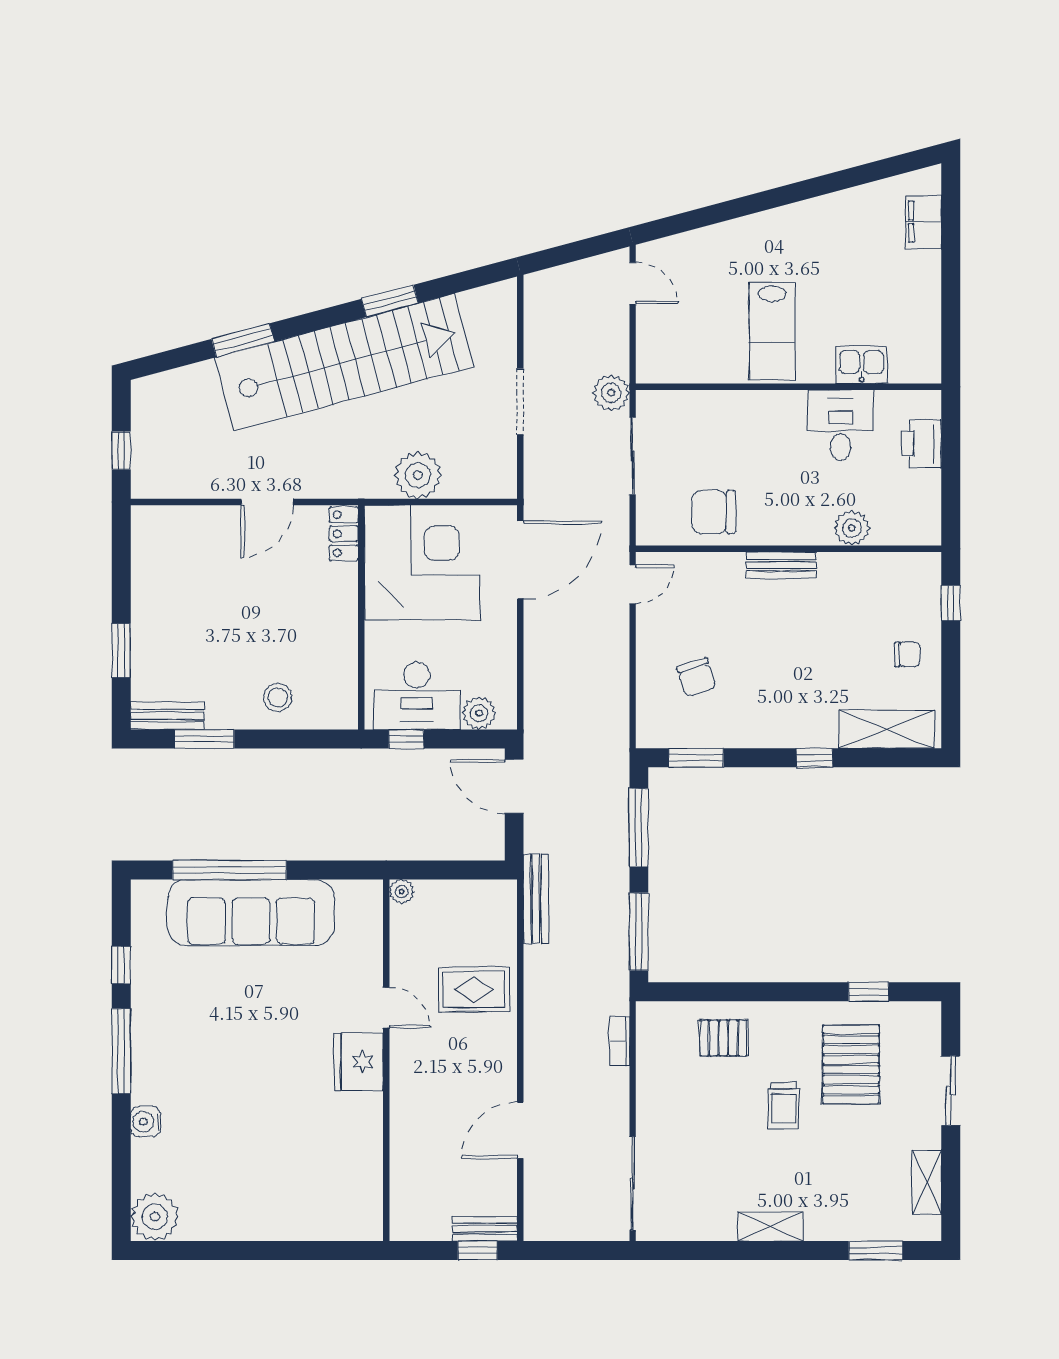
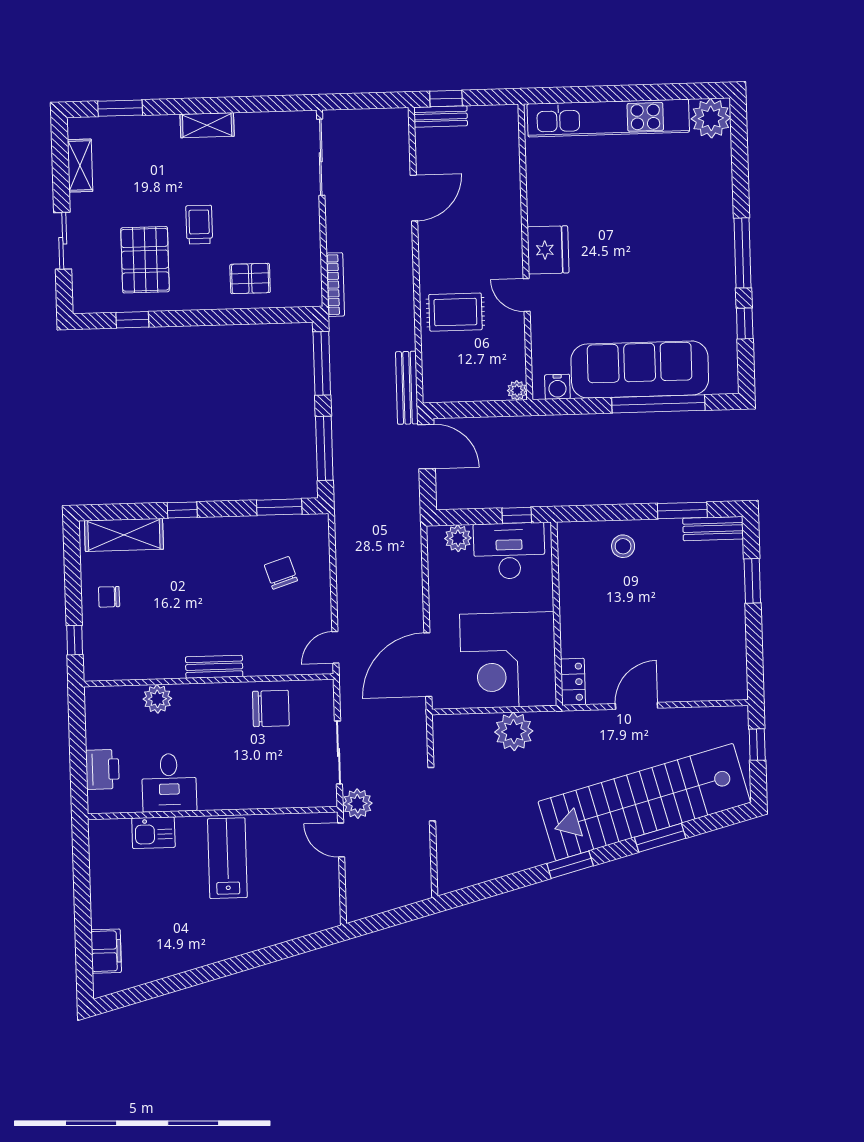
door: (633, 283) -> (341, 840), moved
window: (390, 301) -> (570, 865), moved
stairs: (344, 362) -> (644, 802), moved
door: (514, 786) -> (426, 447), moved
bookcase: (620, 1041) -> (335, 285), width x1.56
water cooler: (146, 1122) -> (557, 387), moved, turned 90
kitchen unit: (280, 1221) -> (608, 118), added

